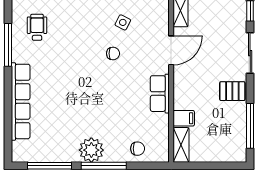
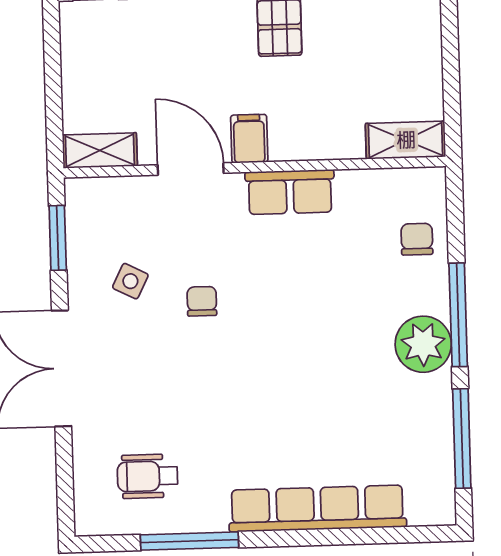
filing cabinet: (184, 118) -> (249, 139), moved

